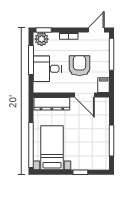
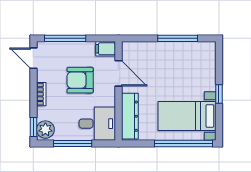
desk: (47, 69) -> (97, 124), moved, turned -90
door: (85, 95) -> (118, 73), hinge flipped
window: (80, 172) -> (219, 94), moved

